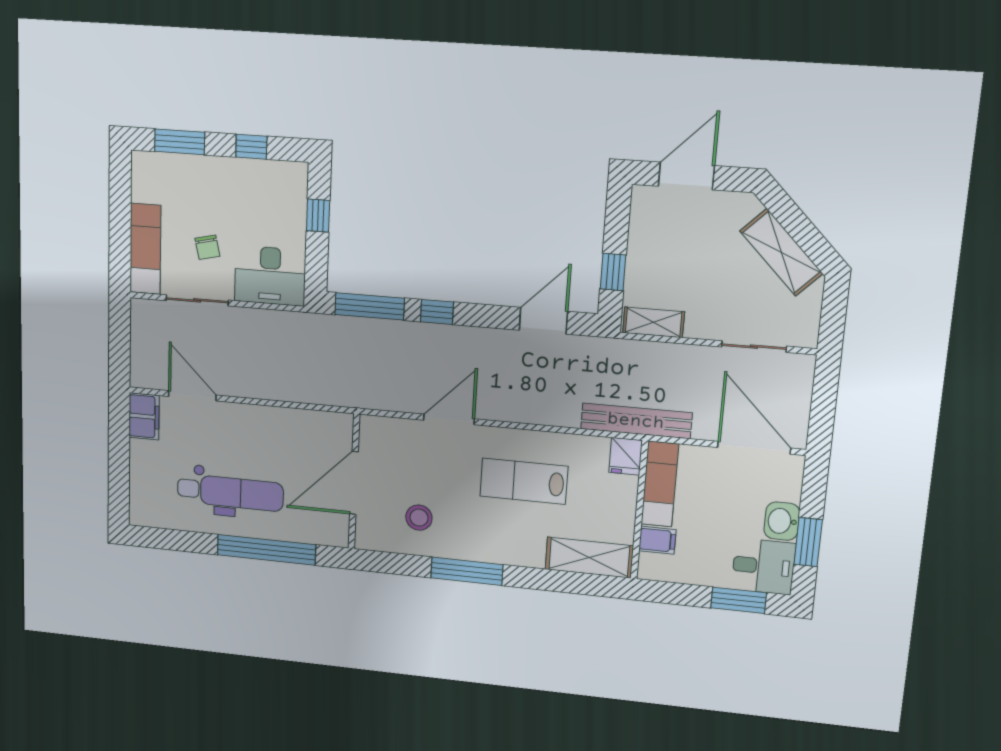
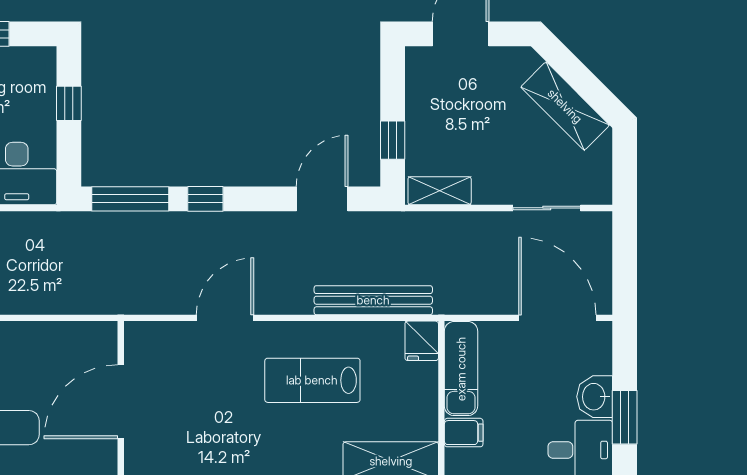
bench: (636, 421) -> (373, 300), moved
stool: (419, 518) -> (197, 435), removed

